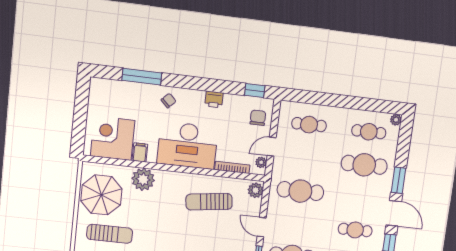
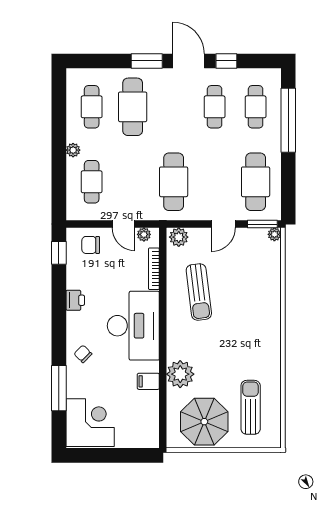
plant: (396, 120) -> (73, 150), moved
corner desk: (113, 138) -> (90, 423), moved, turned 180
door: (394, 213) -> (189, 61), hinge flipped

